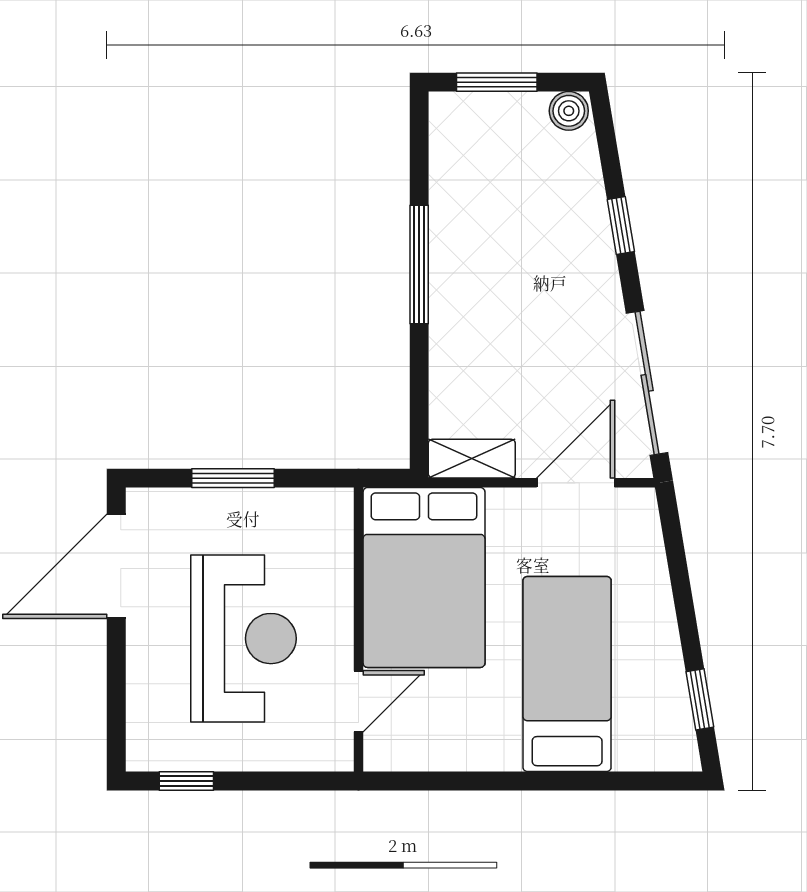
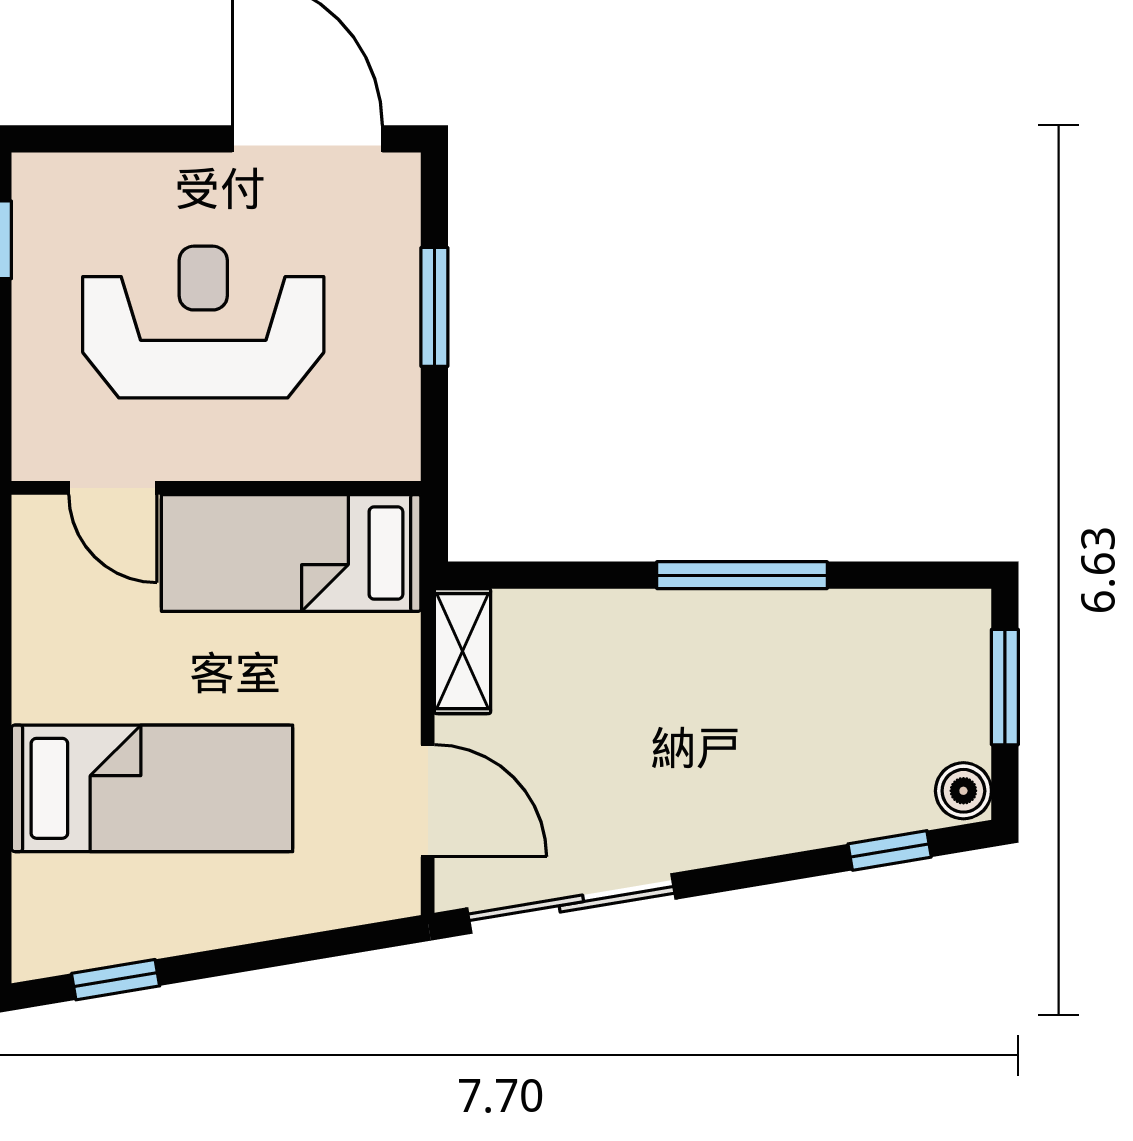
window: (621, 226) -> (890, 850), moved
bed: (424, 577) -> (291, 553), width x0.67
reception desk: (243, 639) -> (203, 322), turned 180

